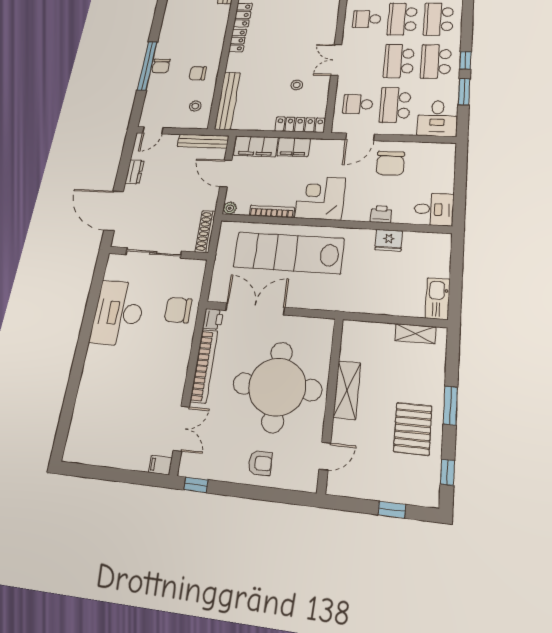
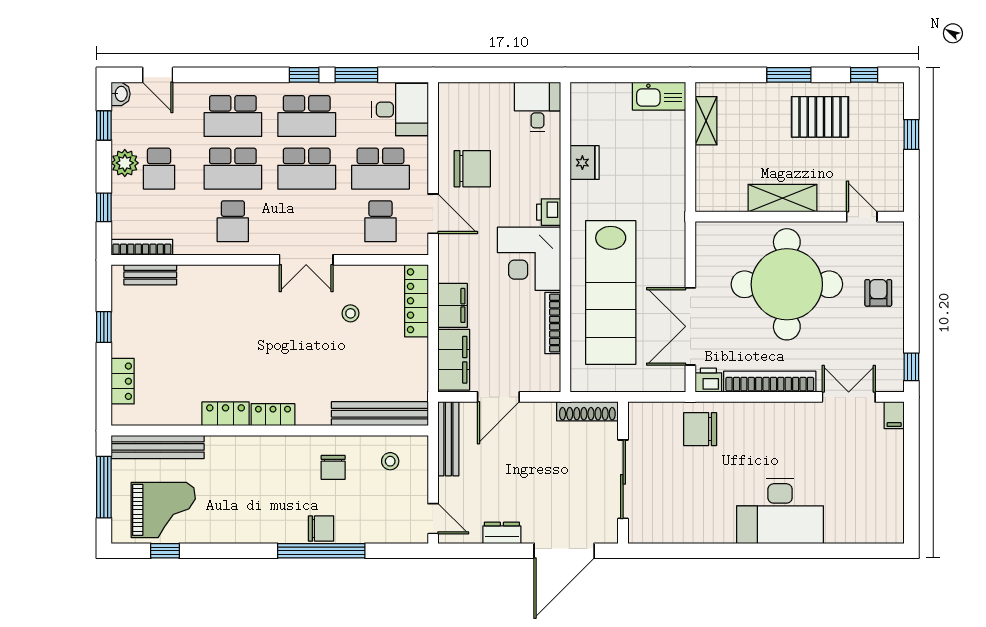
plant: (230, 208) -> (551, 383), removed
printer: (381, 214) -> (549, 212), moved
chair: (178, 310) -> (700, 429), turned 90
desk: (118, 313) -> (780, 511), moved

